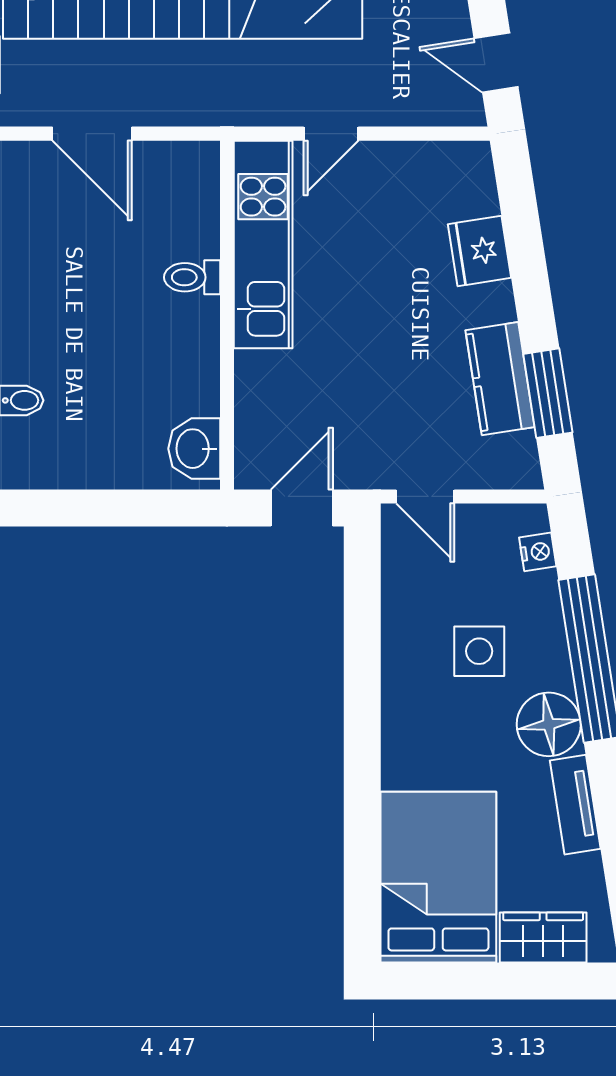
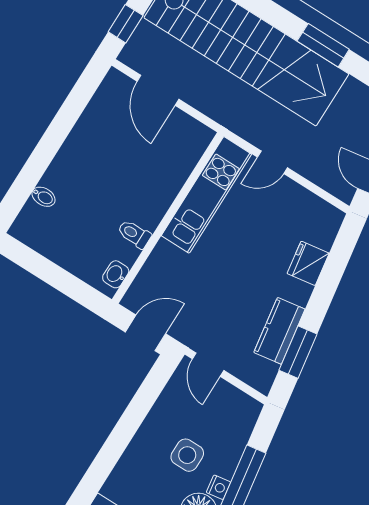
toilet: (192, 277) -> (134, 234), moved
washbasin: (194, 449) -> (116, 274), width x0.72, depth x0.69
nightstand: (538, 552) -> (219, 487), moved

